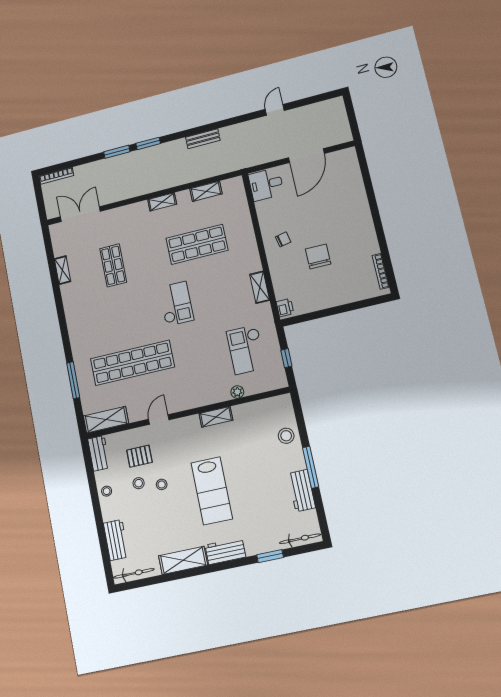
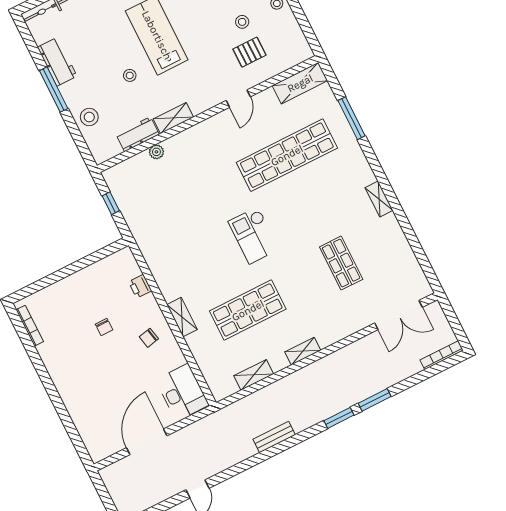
desk: (266, 184) -> (182, 392), width x1.37
chair: (318, 256) -> (104, 327), width x0.54, depth x0.54
shelving: (63, 270) -> (379, 199), moved
shelving: (260, 287) -> (182, 317), moved
printer: (285, 308) -> (140, 286), moved
checkout: (246, 350) -> (159, 202), removed
workbench: (99, 453) -> (138, 134), moved, turned 90
stool: (162, 484) -> (130, 75), moved

